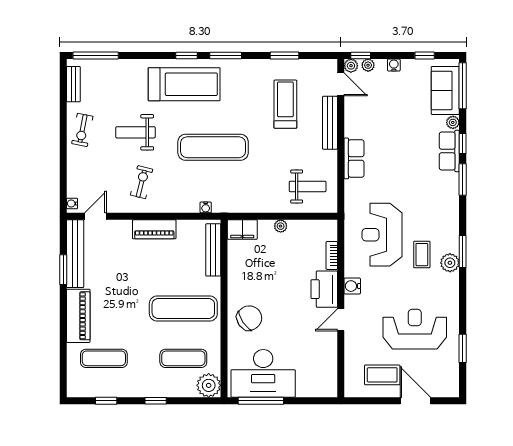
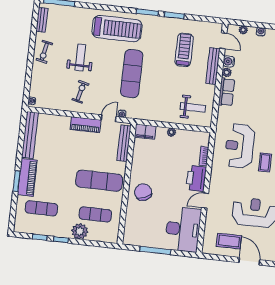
window: (187, 55) -> (121, 9), removed
window: (285, 55) -> (174, 15), moved
window: (361, 55) -> (239, 23), removed
plant: (351, 66) -> (227, 72), moved
weight bench: (135, 132) -> (80, 57), turned 90
exercise mat: (213, 147) -> (132, 74), turned 90
door: (95, 216) -> (109, 118), moved
window: (63, 270) -> (17, 181), moved
water cooler: (352, 286) -> (229, 61), moved
chair: (249, 318) -> (143, 192), turned -79
desk: (263, 373) -> (183, 229), moved, turned -90
plant: (209, 385) -> (80, 231), moved
window: (156, 401) -> (61, 240), moved
window: (261, 401) -> (155, 250), moved

